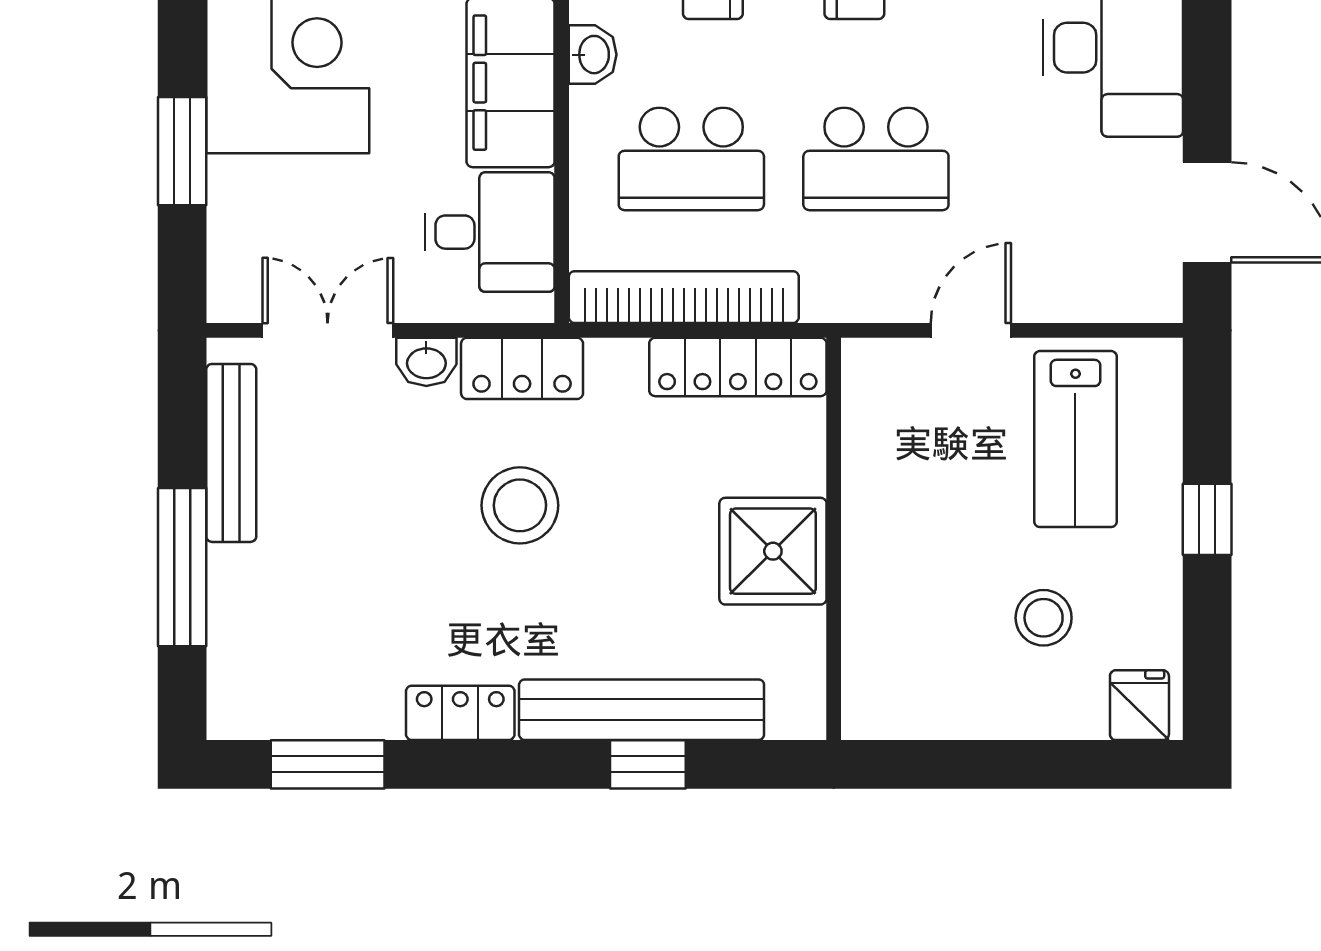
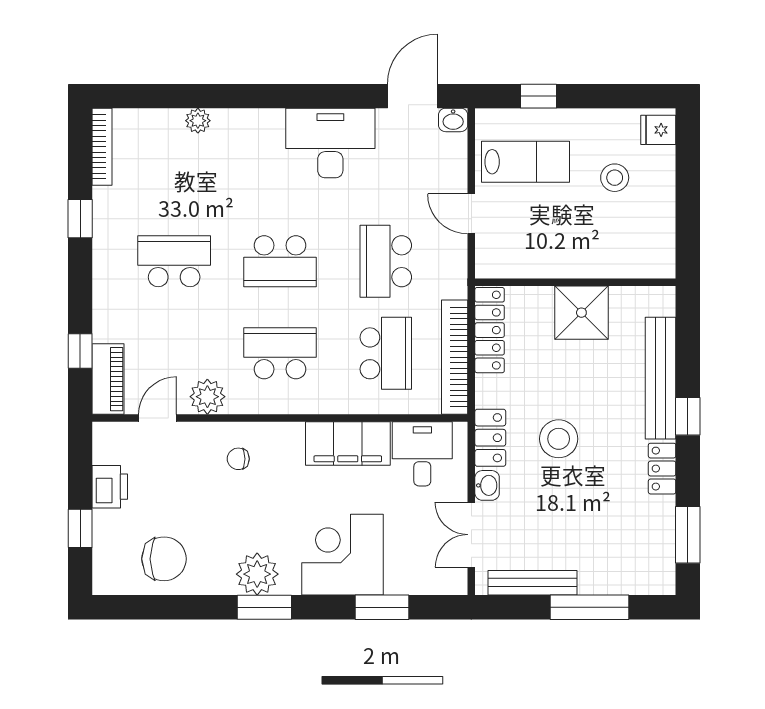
washbasin: (593, 55) -> (453, 120), moved, turned 180
school desk: (876, 159) -> (386, 261), turned 180
window: (1207, 519) -> (539, 96), moved
window: (648, 764) -> (688, 416), moved

